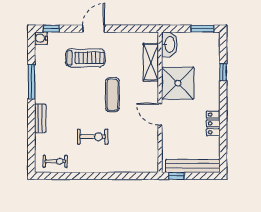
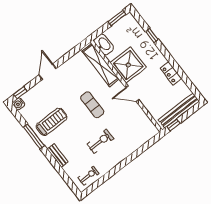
treadmill: (85, 58) -> (52, 122), moved
shelving: (151, 62) -> (101, 65), width x1.47

